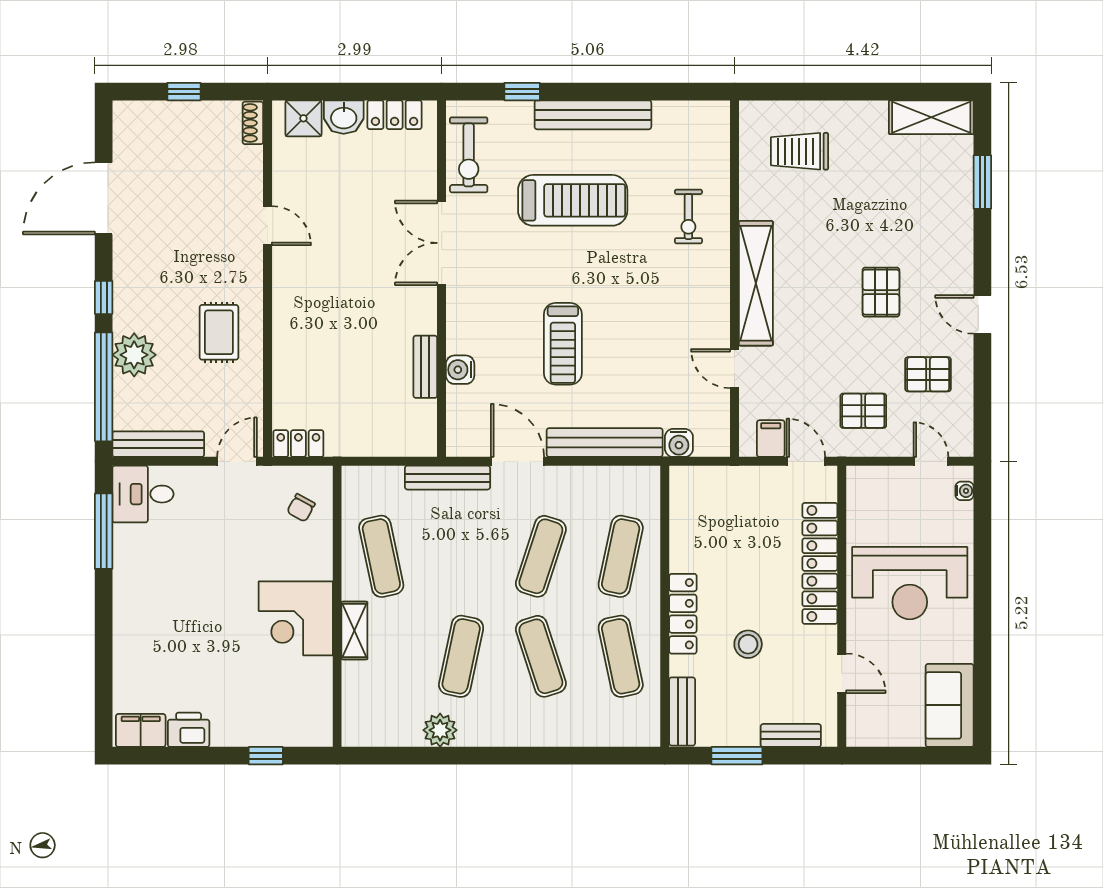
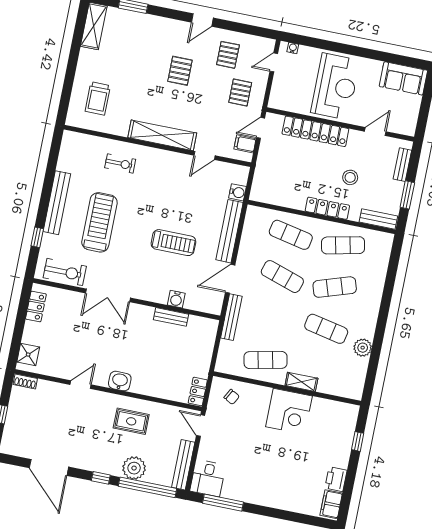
washbasin: (344, 117) -> (120, 381), moved, turned -90
pallet: (881, 292) -> (180, 71), turned 90

